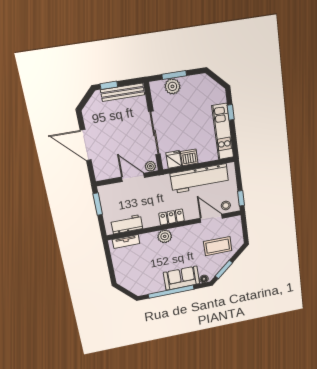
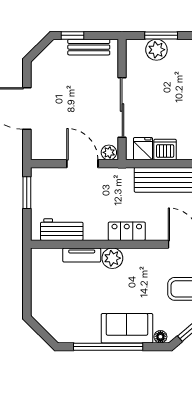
bench: (123, 92) -> (89, 47), width x0.73
tv unit: (126, 242) -> (82, 255), moved

